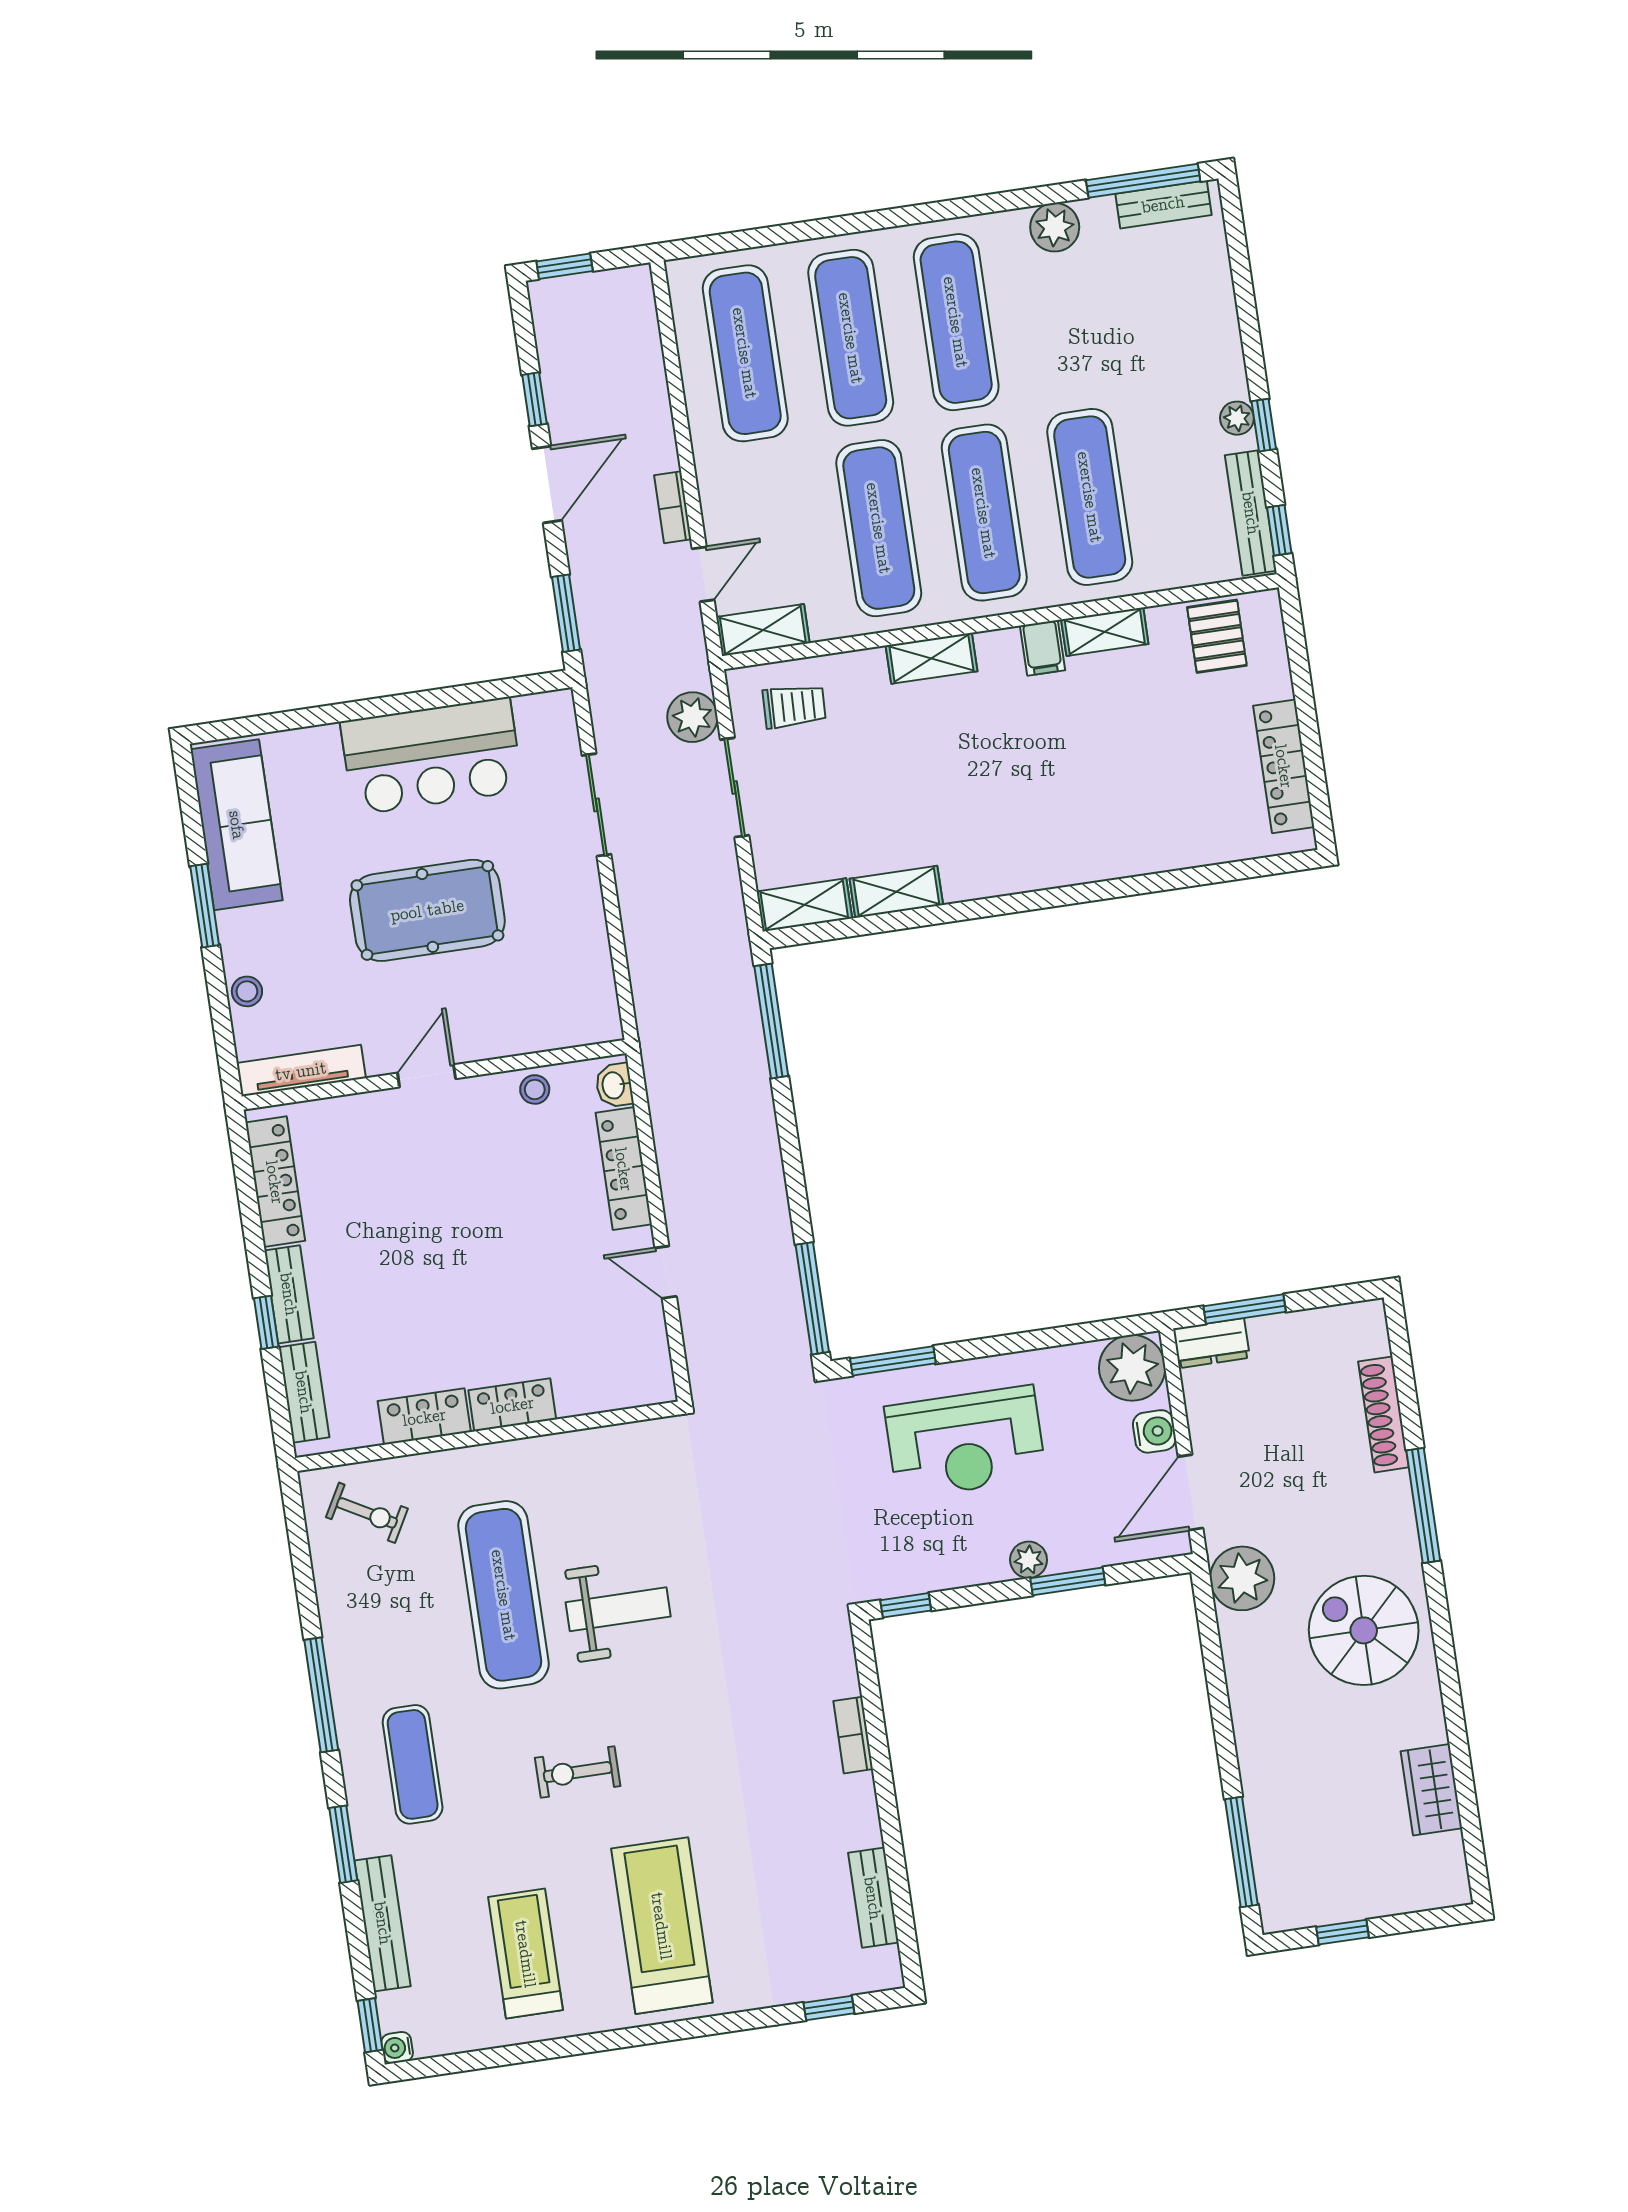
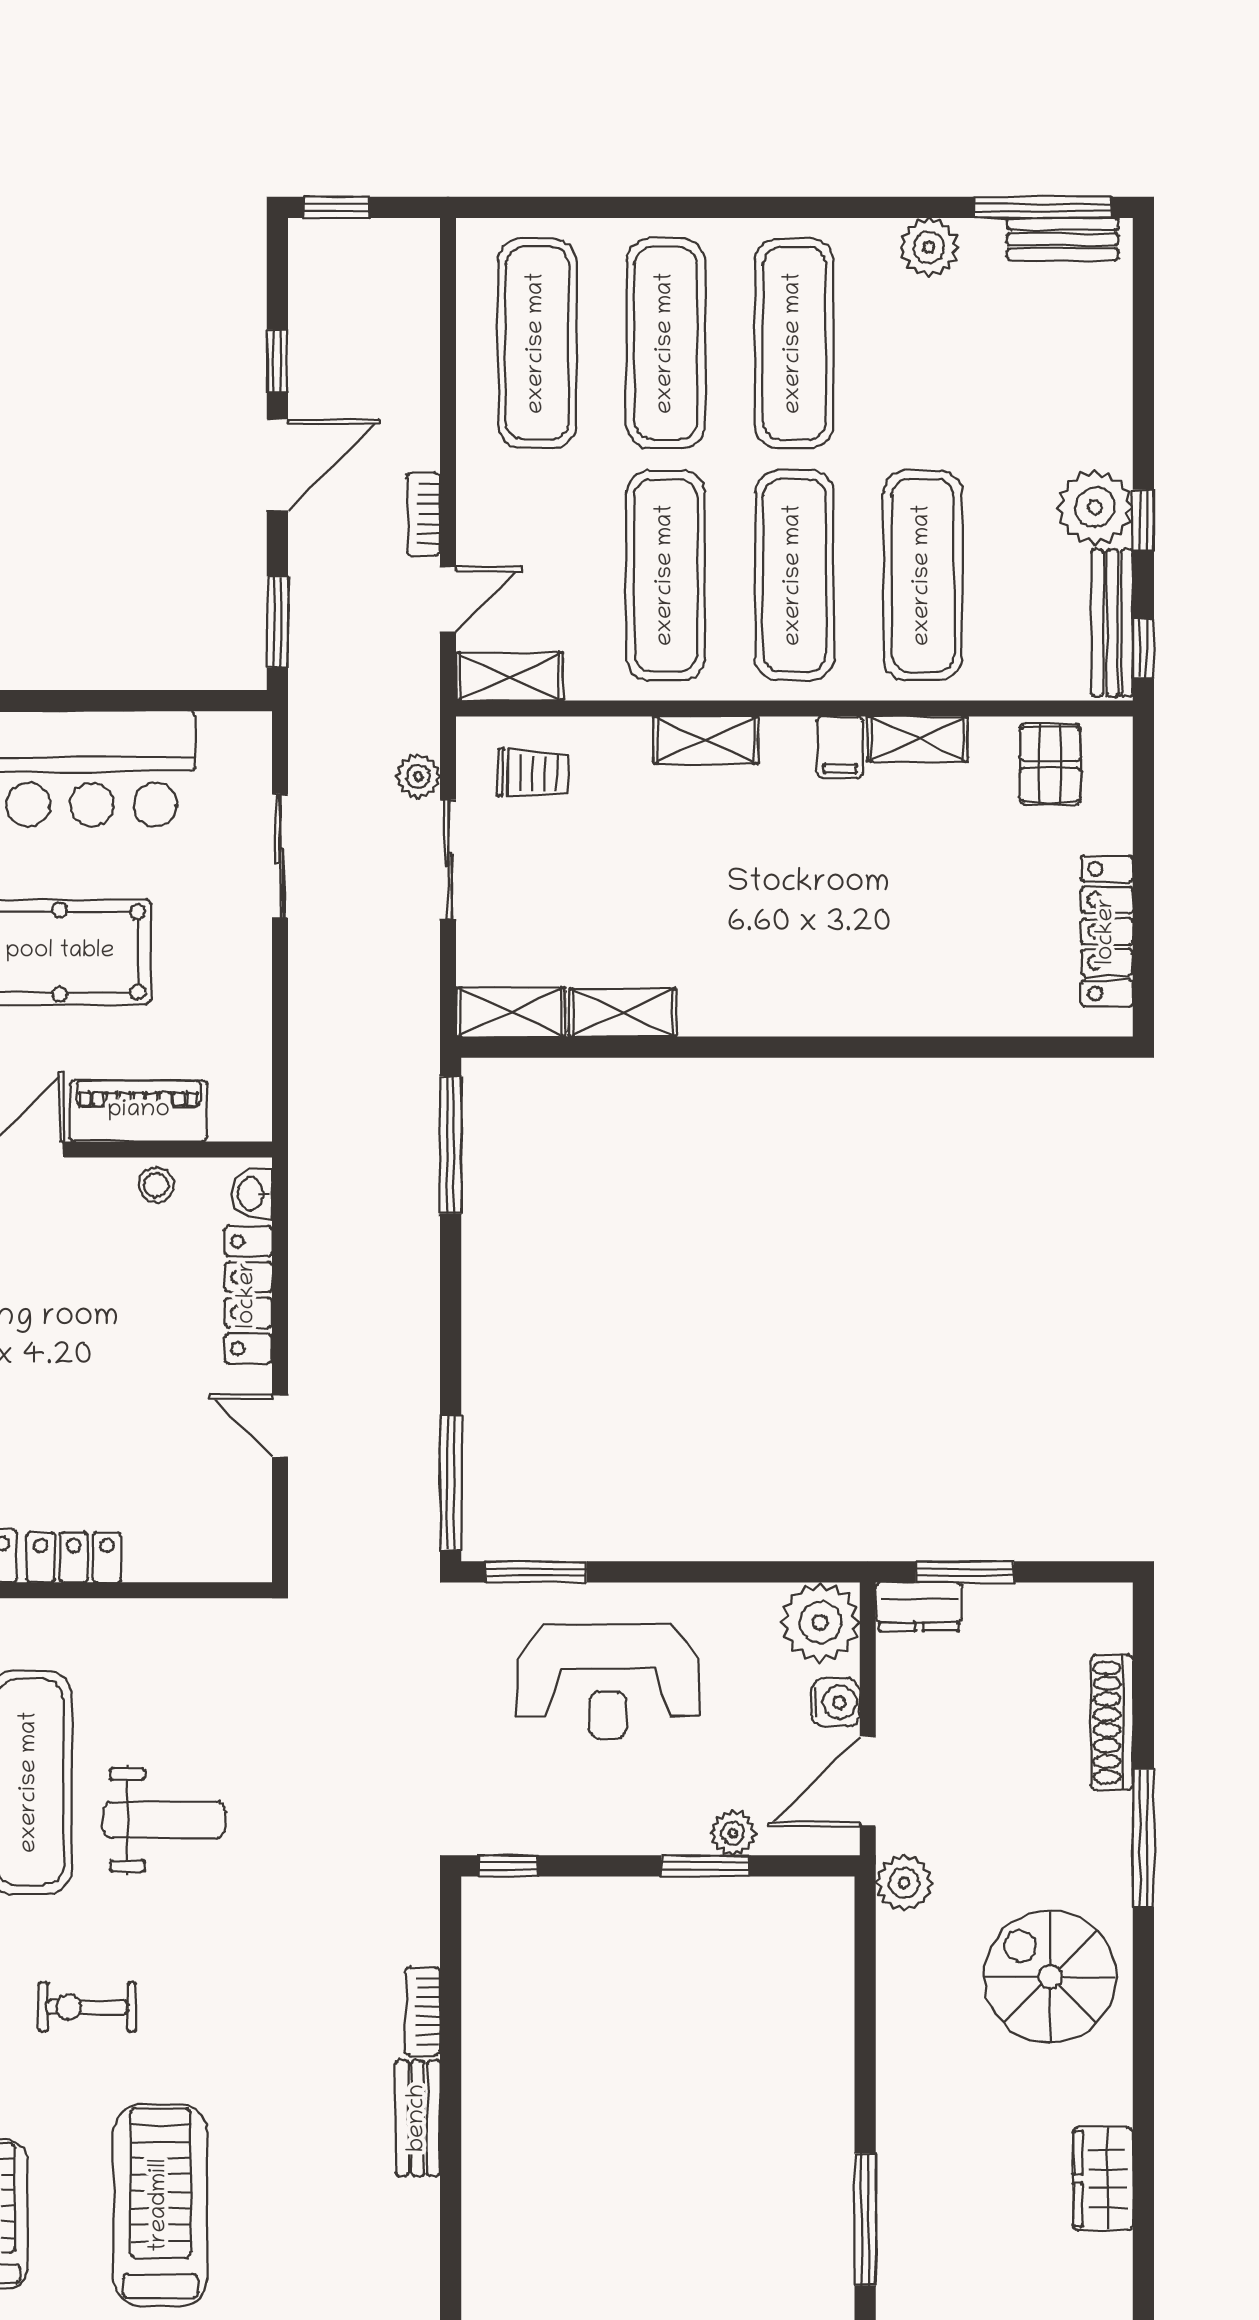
plant: (1237, 418) -> (1095, 507), width x1.88, depth x1.88
plant: (692, 717) -> (418, 776), width x0.73, depth x0.73
piano: (511, 1031) -> (139, 1111), added
plant: (1029, 1560) -> (733, 1833), moved
plant: (1242, 1578) -> (904, 1883), width x0.73, depth x0.73
bench: (873, 1898) -> (418, 2118), moved

